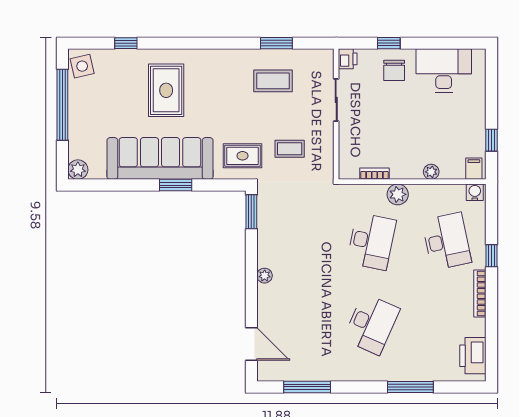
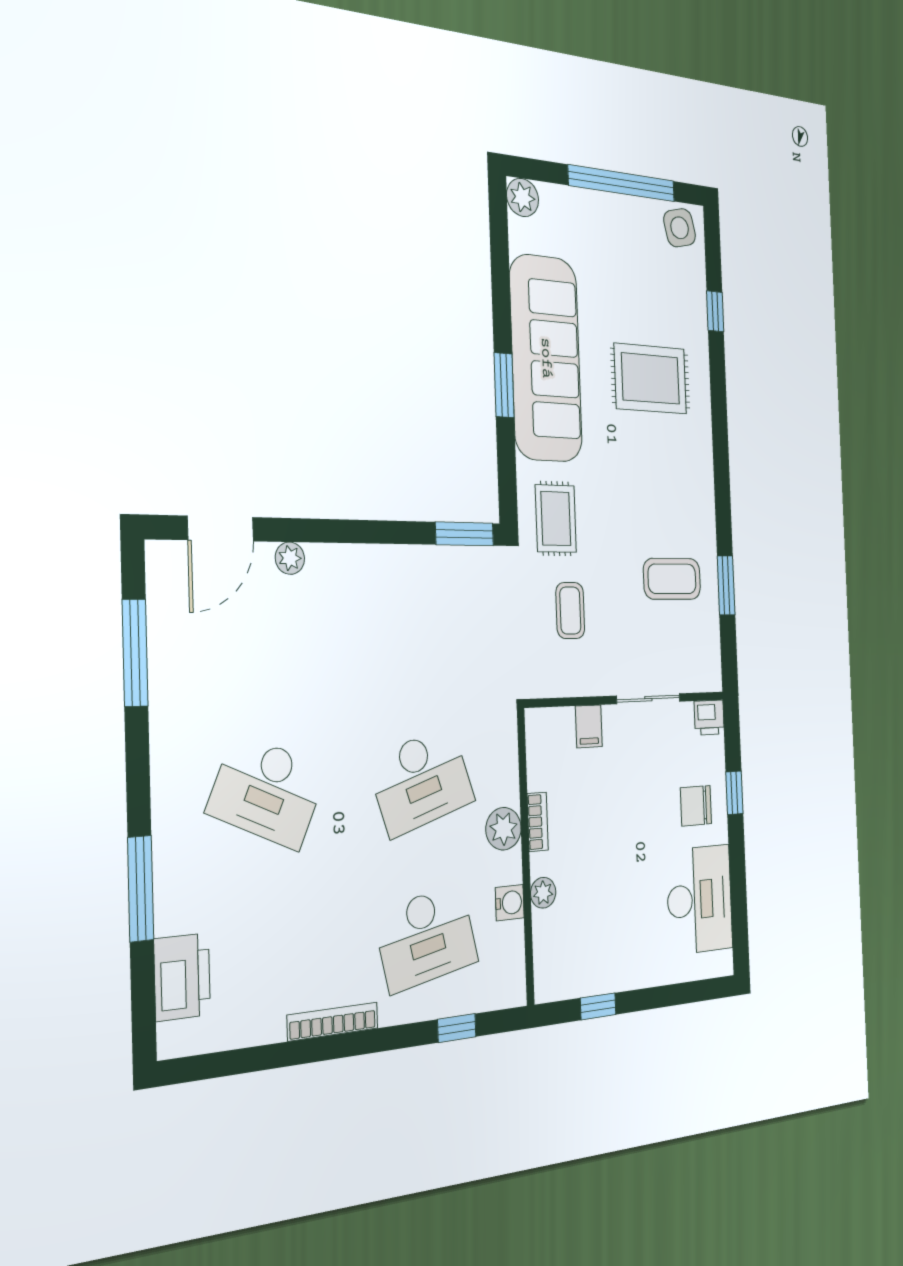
coffee table: (273, 81) -> (672, 579), turned 90
filing cabinet: (474, 169) -> (589, 726), moved, turned 90
bookcase: (375, 174) -> (538, 822), moved
water cooler: (475, 192) -> (510, 903), moved
desk: (371, 241) -> (421, 781), turned -30
window: (491, 256) -> (457, 1028), moved
plant: (265, 276) -> (290, 558), moved
printer: (473, 356) -> (182, 977), moved, turned 90

